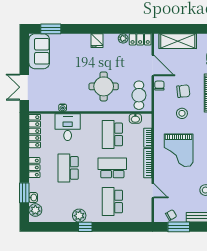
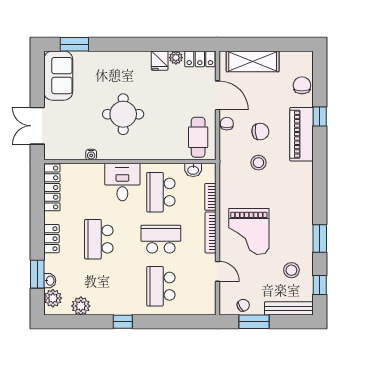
fridge: (97, 41) -> (160, 61), moved
round table: (104, 86) -> (123, 114), moved
desk: (68, 127) -> (122, 182), moved
grand piano: (179, 150) -> (249, 232), moved
plant: (79, 216) -> (81, 306), moved

